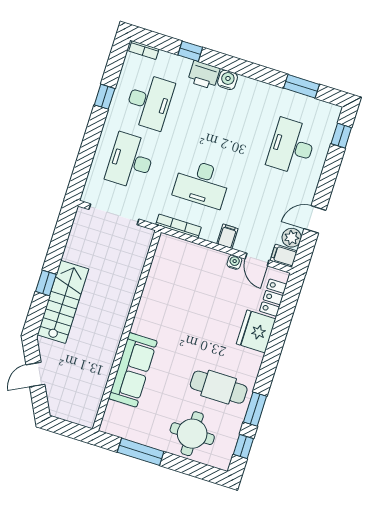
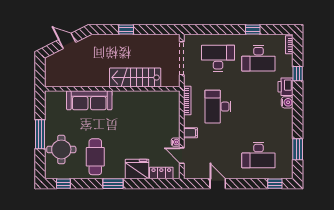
desk: (292, 147) -> (258, 155), turned 180
plant: (292, 238) -> (202, 173), removed
filing cabinet: (284, 256) -> (189, 171), removed
door: (257, 259) -> (182, 156), hinge flipped
stairs: (63, 302) -> (135, 78), moved, turned 180
window: (255, 409) -> (113, 184), moved
window: (141, 452) -> (40, 134), moved

